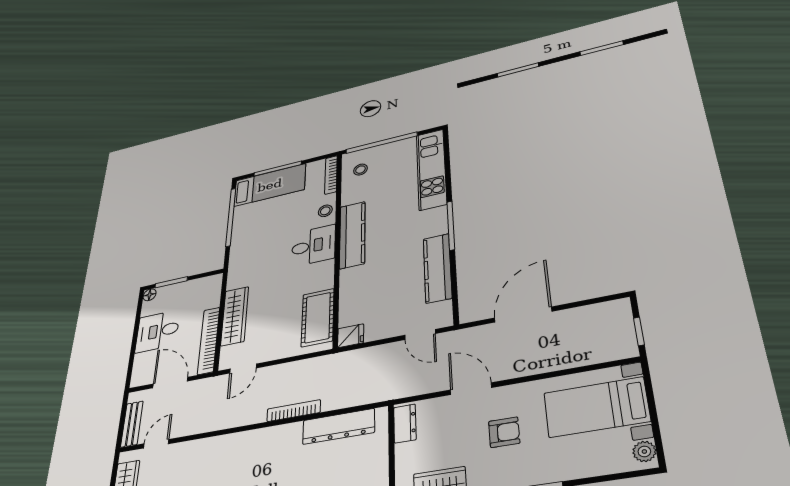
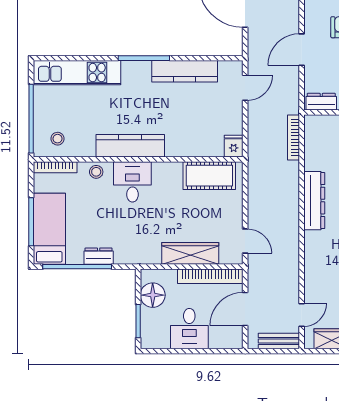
dresser: (239, 233) -> (99, 256), added
floor lamp: (150, 295) -> (153, 295), moved, width x1.89, depth x1.89
bookcase: (294, 411) -> (293, 138), moved
dresser: (339, 426) -> (314, 201), moved
door: (156, 444) -> (302, 315), swing flipped

